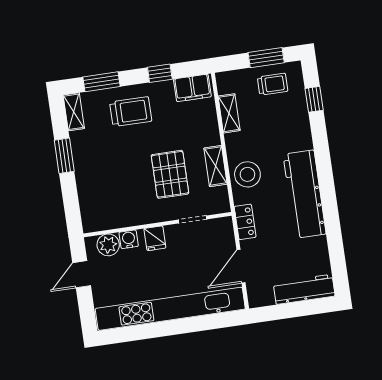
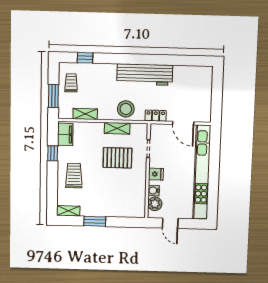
window: (266, 58) -> (53, 96), moved
window: (101, 82) -> (52, 191), removed
workbench: (304, 289) -> (205, 85), removed

